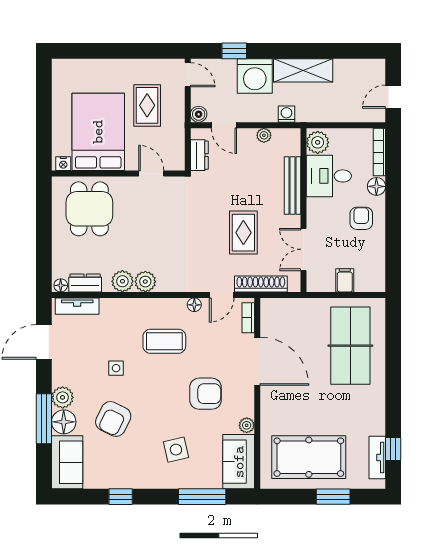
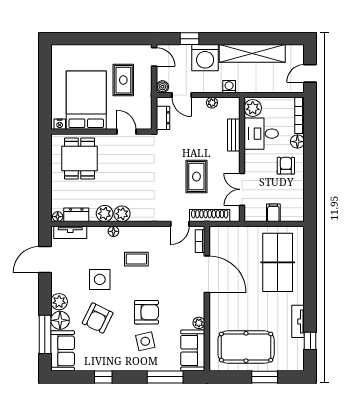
shelving: (303, 70) -> (252, 53), width x1.47
bench: (293, 185) -> (234, 135), width x0.73
floor lamp: (194, 305) -> (113, 231), moved
coffee table: (164, 341) -> (136, 259), width x0.73, depth x0.77
side table: (116, 368) -> (100, 279), width x1.87, depth x1.87
armchair: (205, 394) -> (146, 312), moved
window: (44, 419) -> (45, 334), moved
tv unit: (377, 457) -> (298, 321), moved

